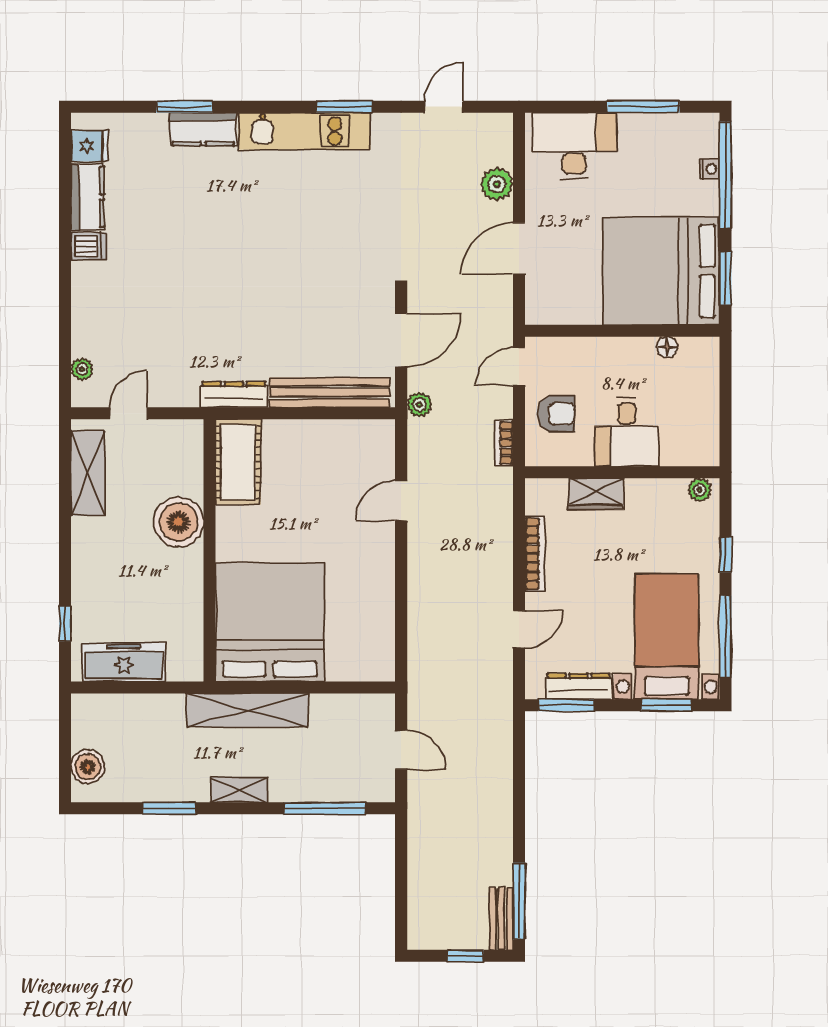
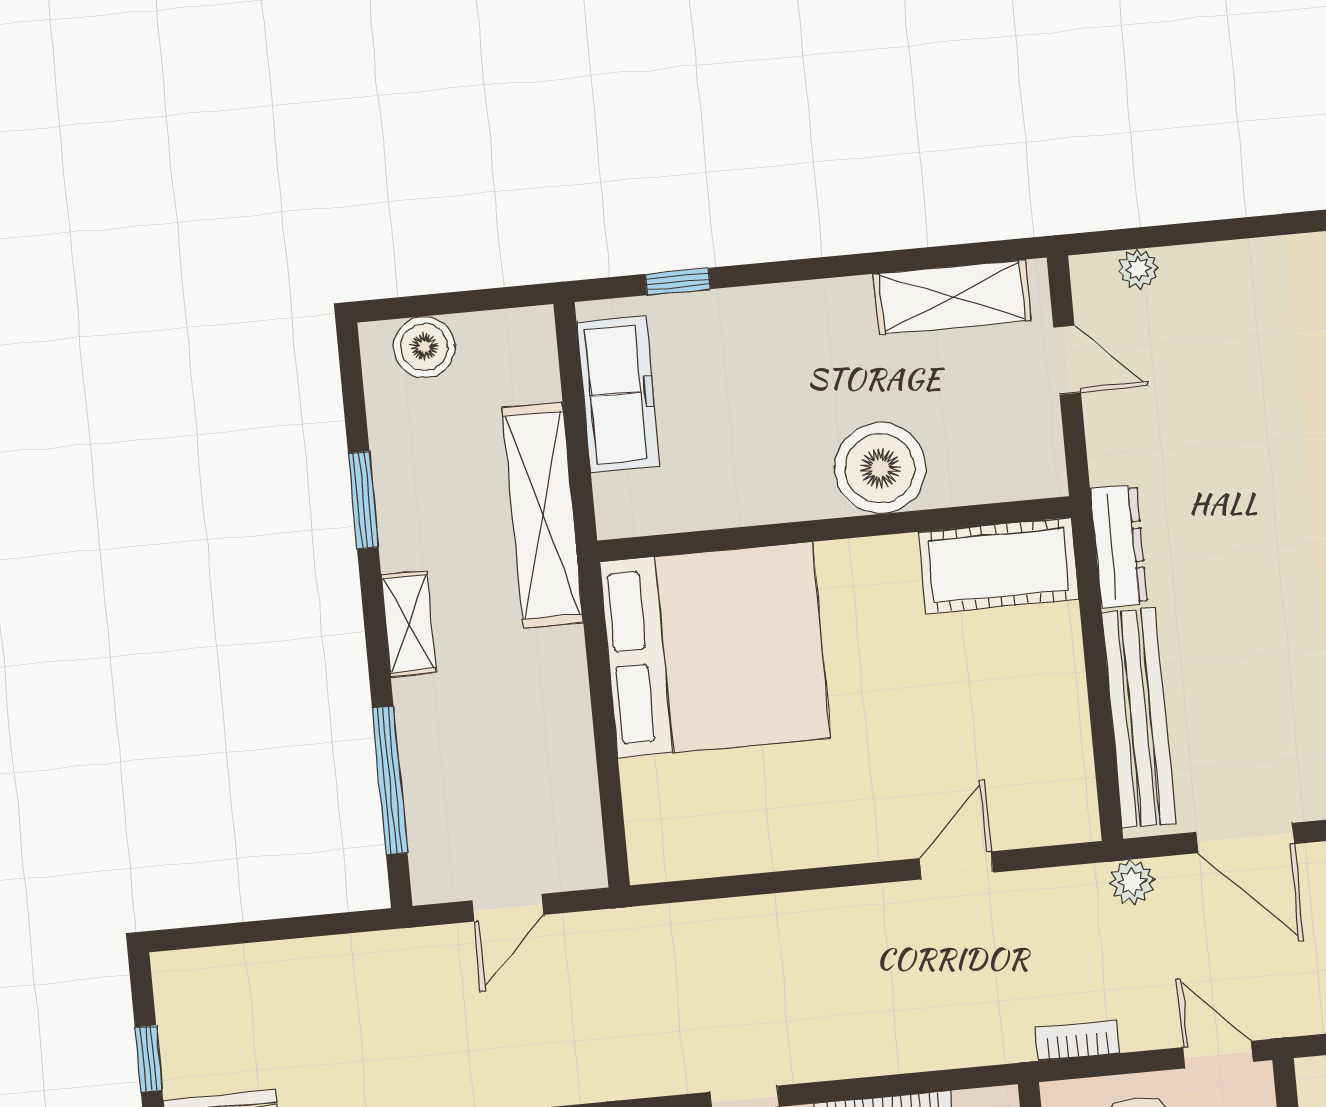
door: (401, 501) -> (956, 865), hinge flipped
shelving: (247, 710) -> (543, 515), moved

